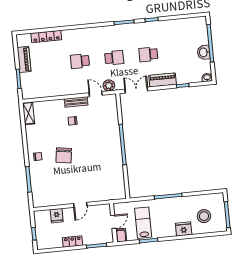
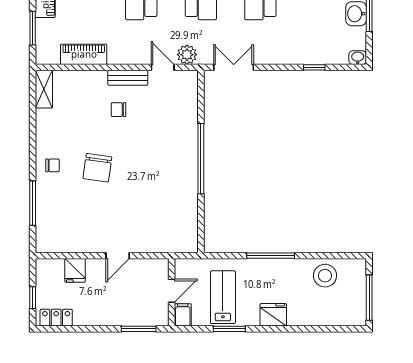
piano: (163, 80) -> (84, 54), moved
stool: (204, 216) -> (325, 276), moved
fridge: (184, 229) -> (273, 315), moved
locker: (73, 241) -> (56, 318), moved

